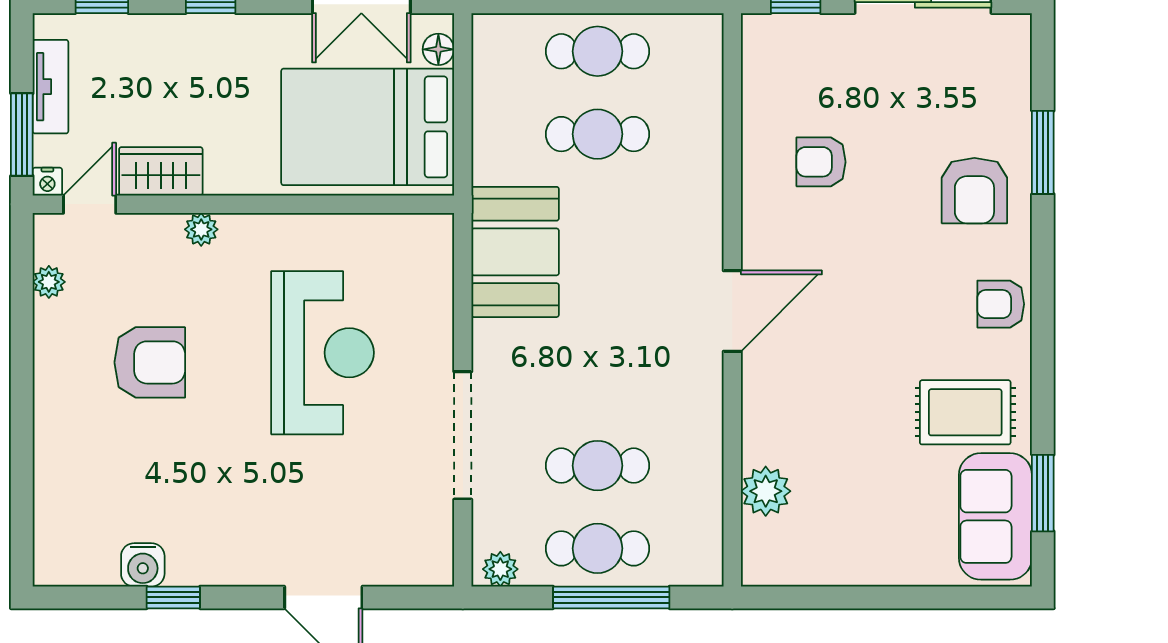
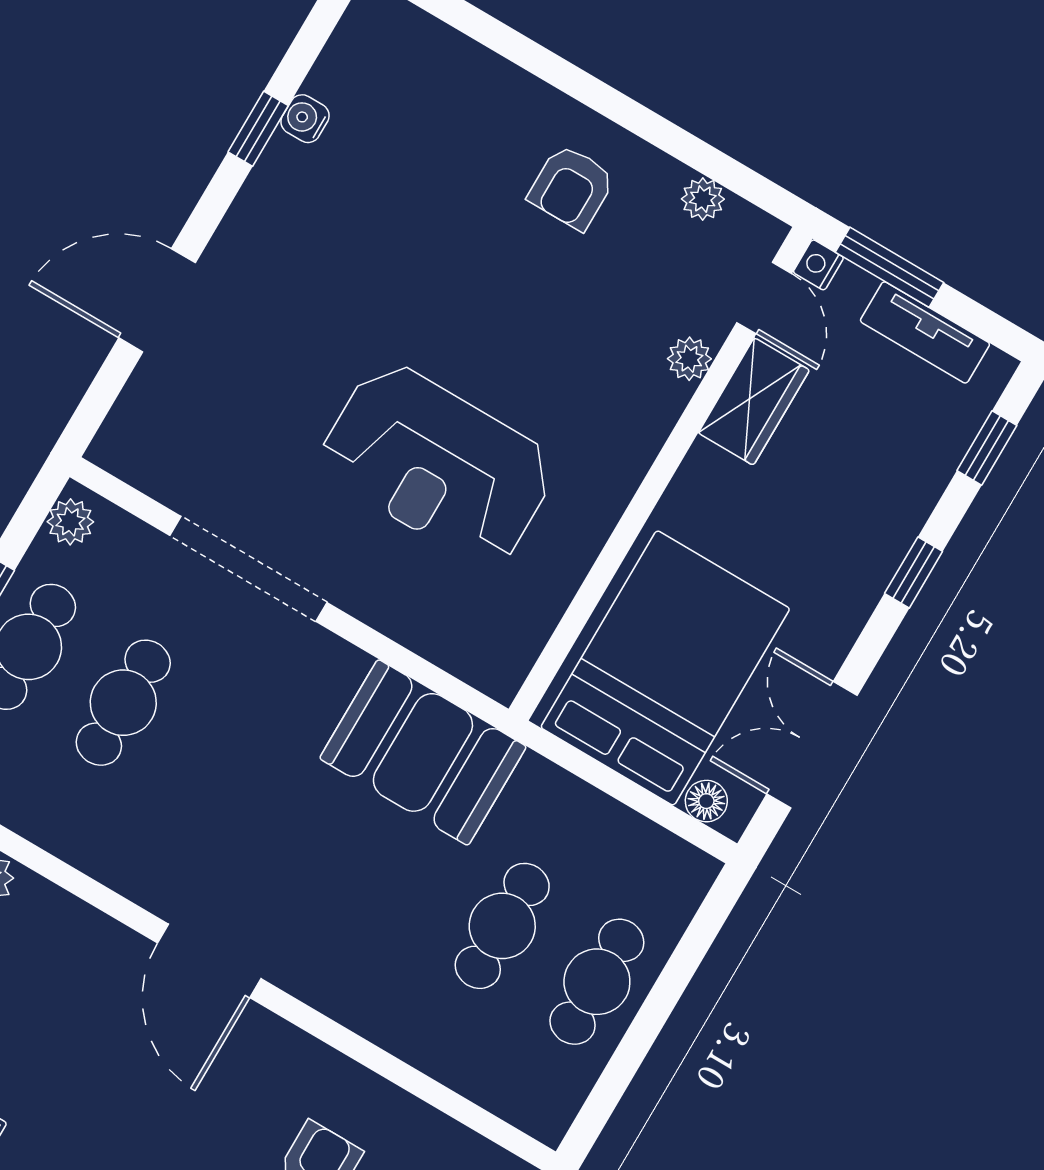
plant: (201, 229) -> (689, 359), moved
armchair: (150, 362) -> (572, 187), moved, width x0.72, depth x0.72
water cooler: (143, 565) -> (305, 119), width x0.72, depth x0.72

